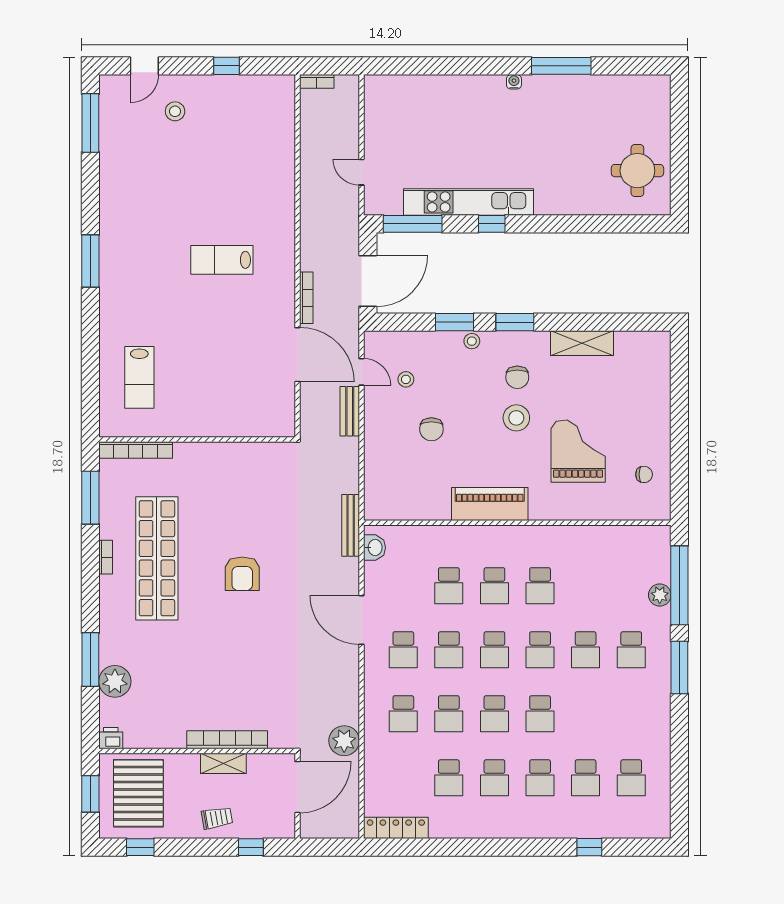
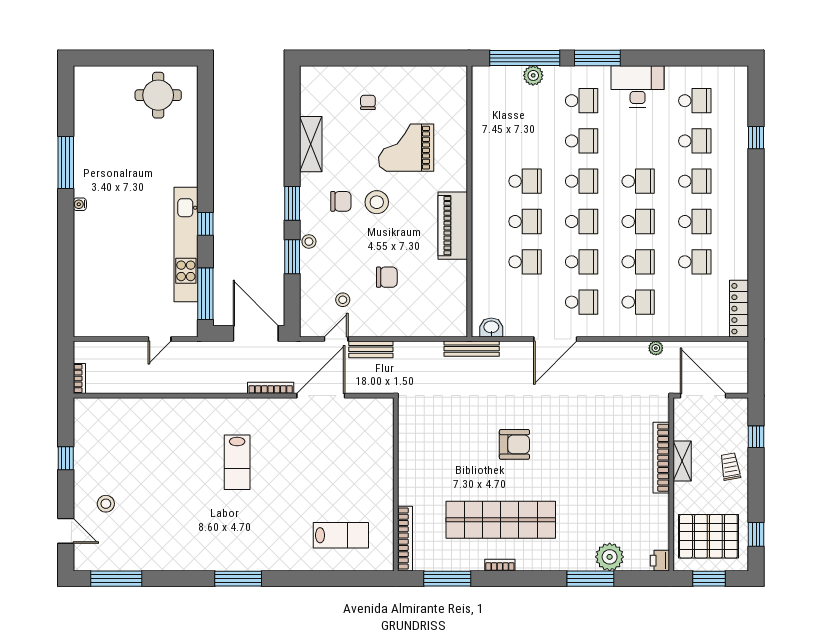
chair: (644, 474) -> (368, 102), moved
desk: (647, 713) -> (638, 86), added
plant: (344, 741) -> (656, 348), width x0.53, depth x0.53

